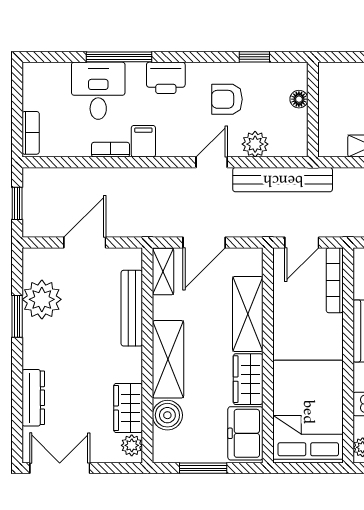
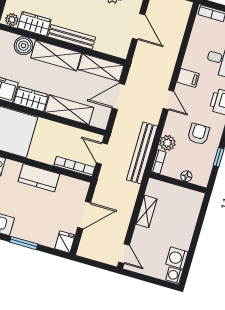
bookcase: (111, 150) -> (158, 162), moved
door: (212, 162) -> (168, 100), moved
door: (204, 242) -> (118, 96), hinge flipped
shelving: (163, 272) -> (101, 67), width x1.50, depth x1.33
bench: (132, 308) -> (72, 37), moved

